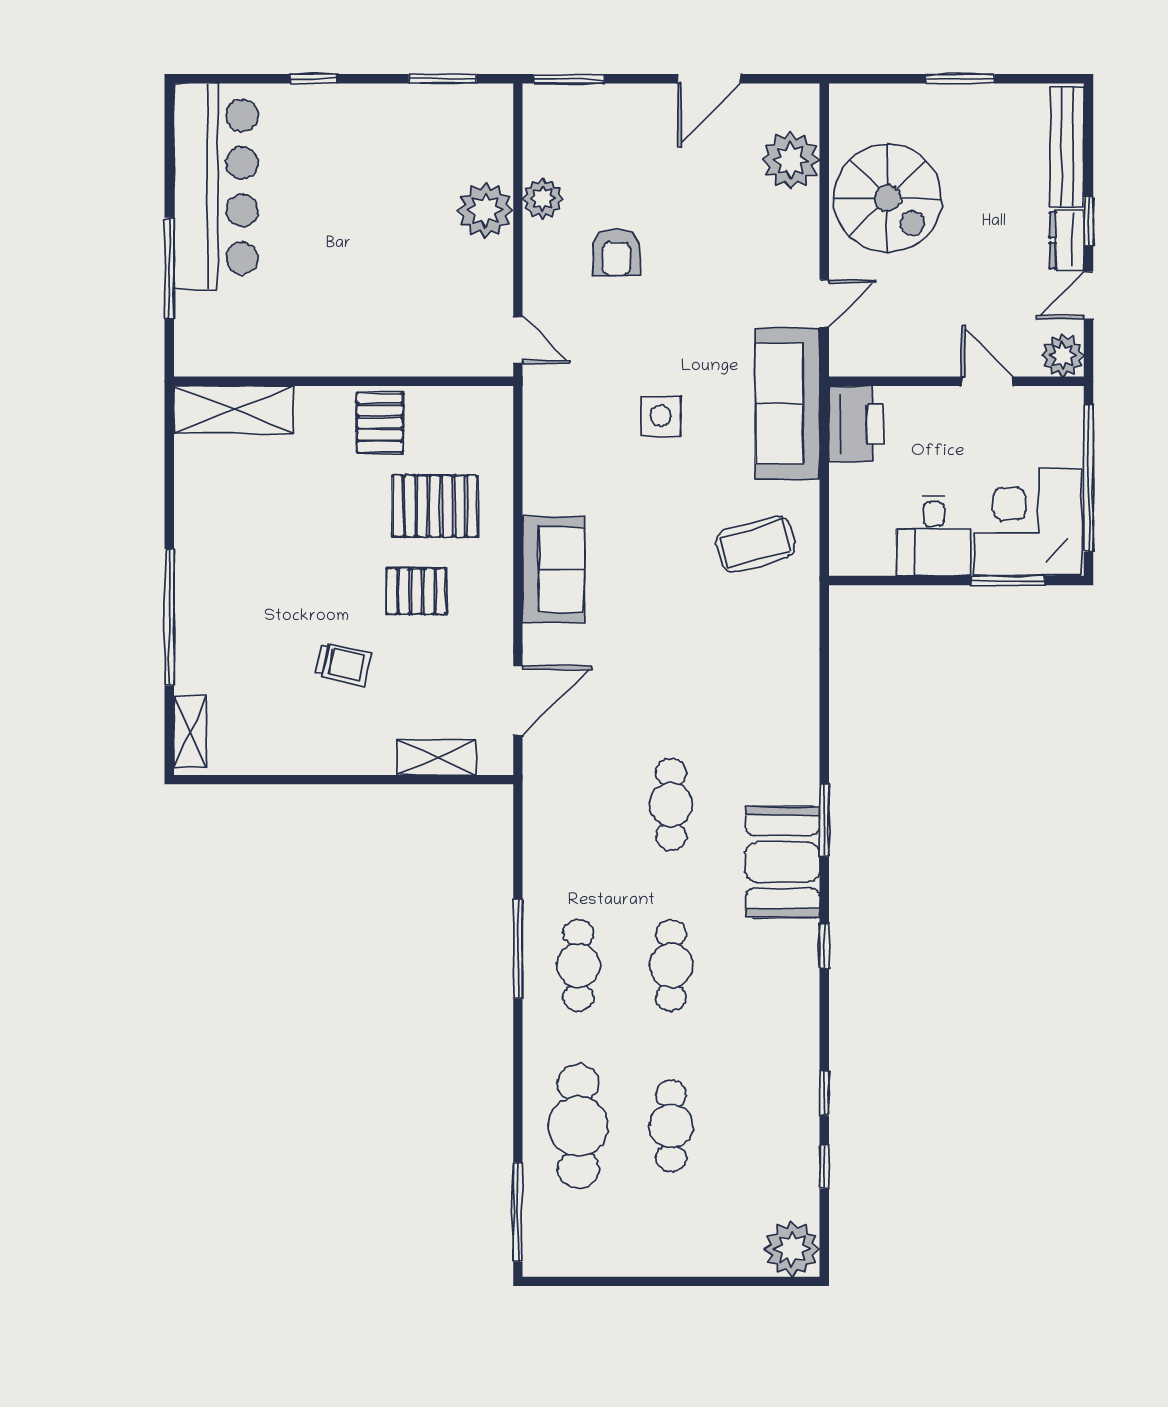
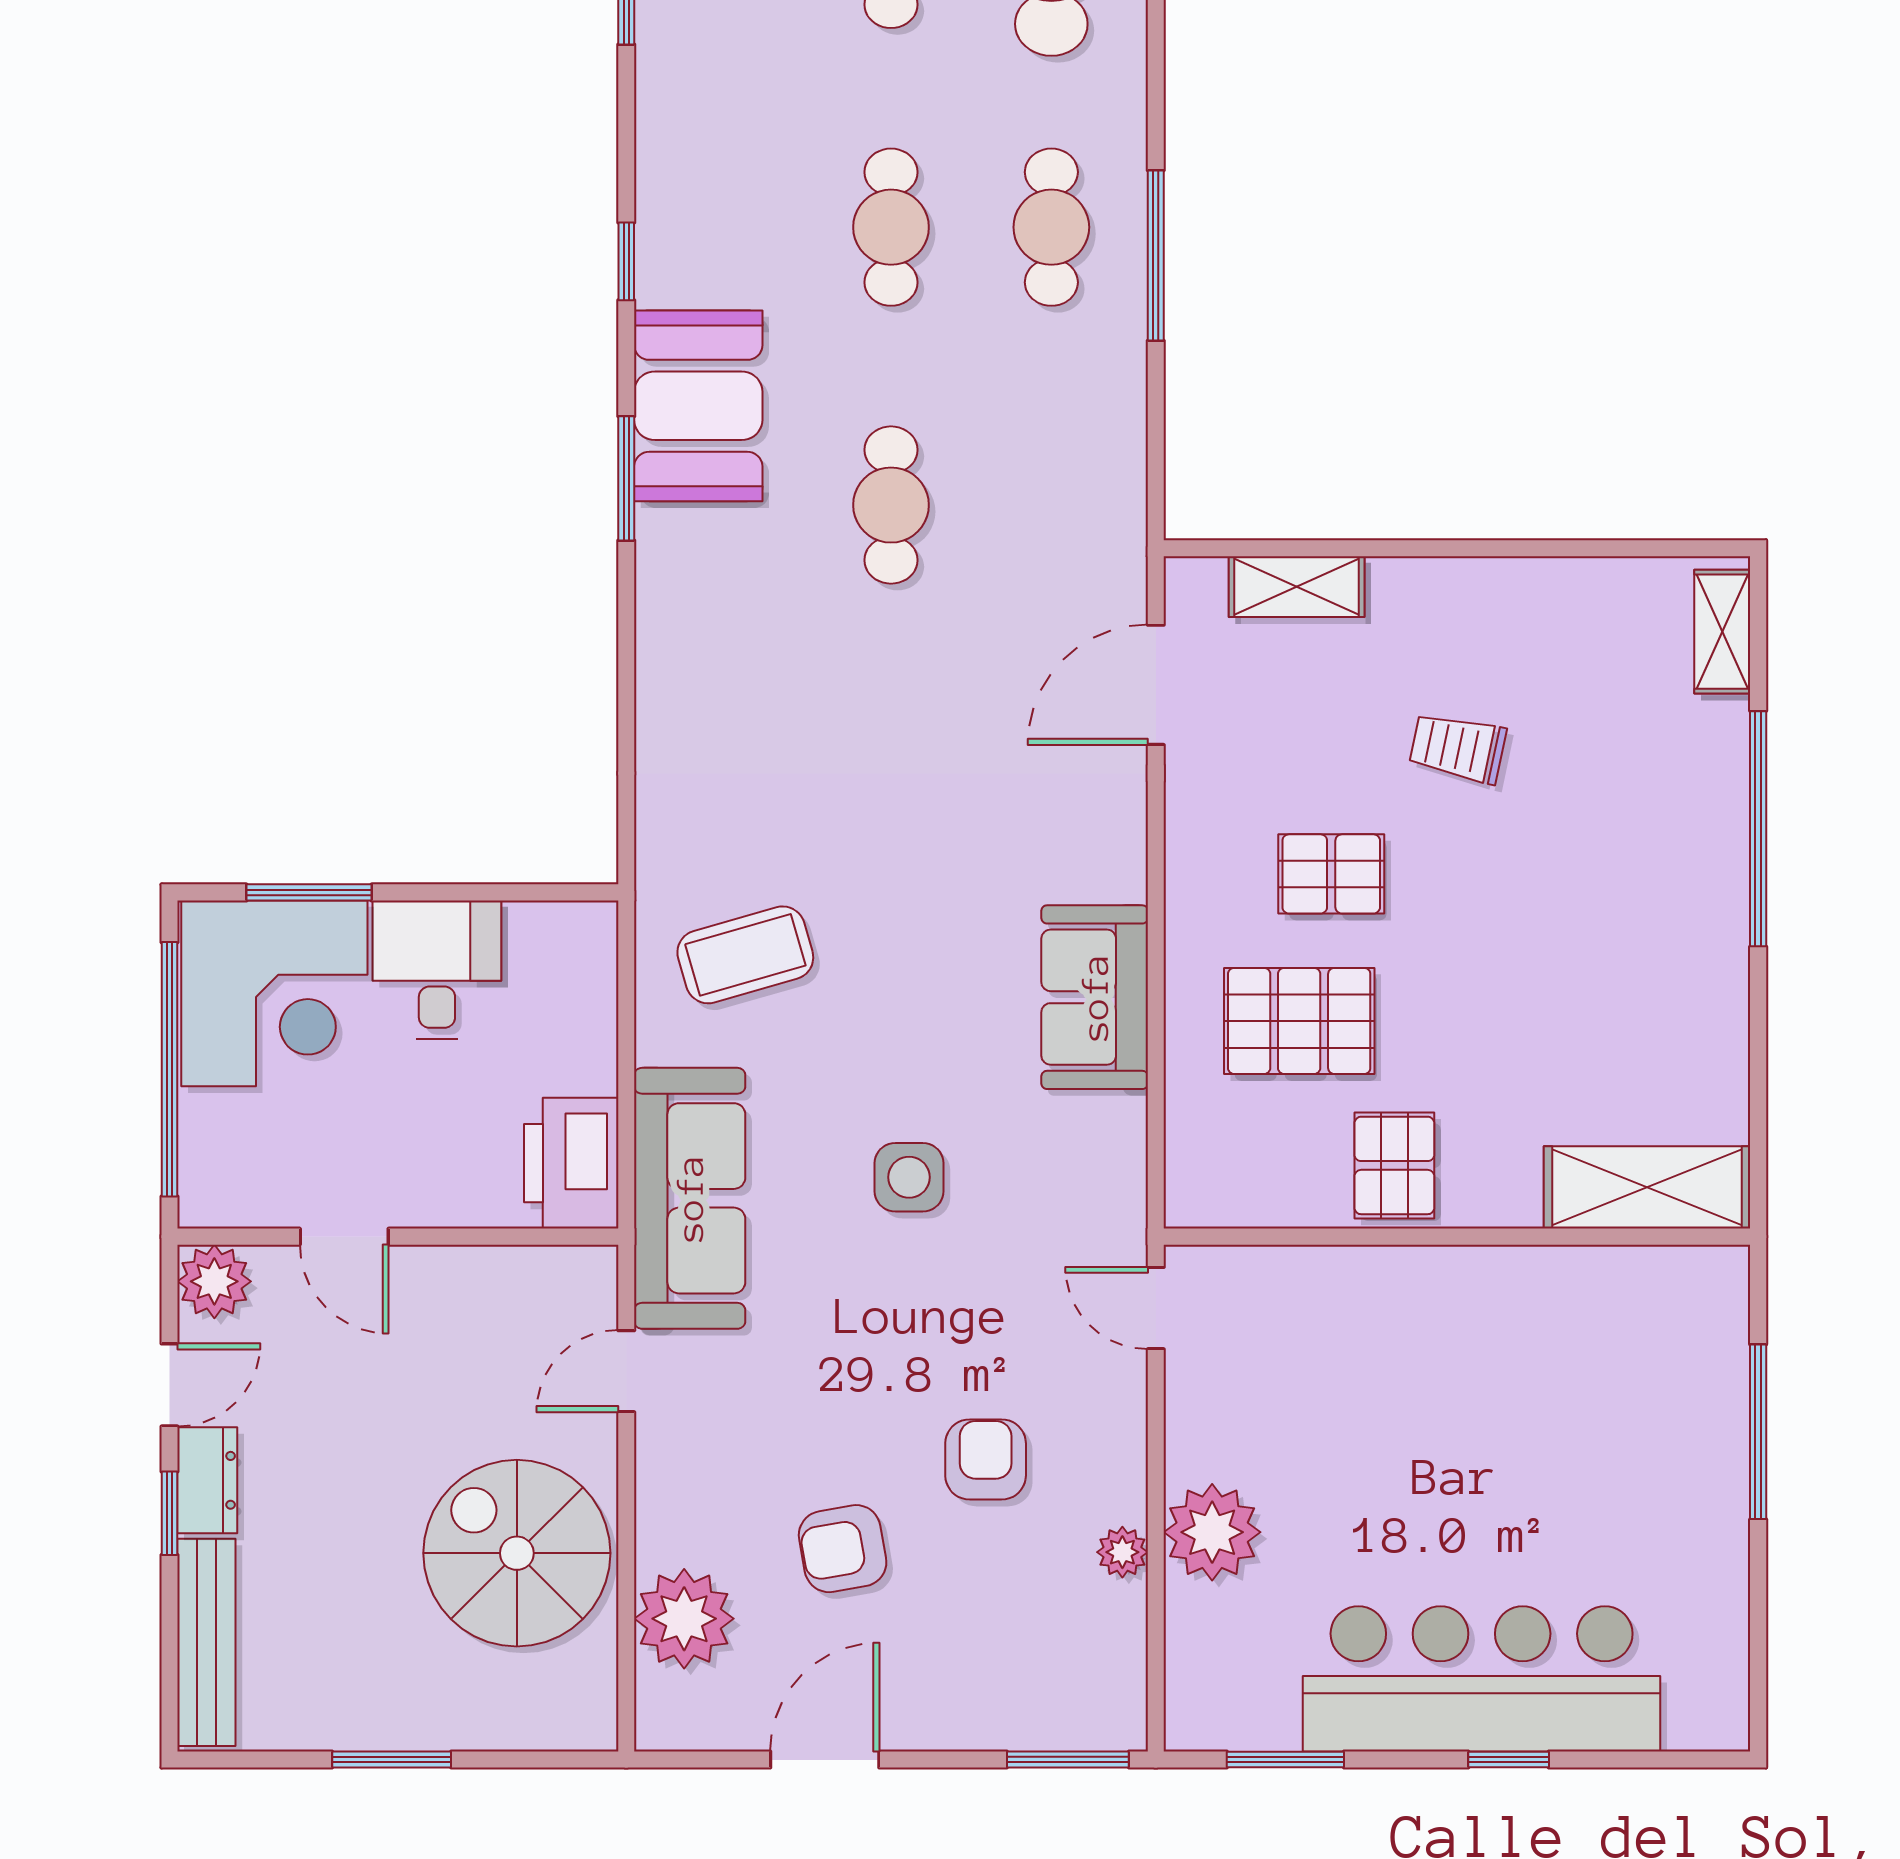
bar counter: (216, 187) -> (1482, 1679), moved, turned 90
plant: (543, 199) -> (1122, 1552), width x0.73, depth x0.73
armchair: (699, 201) -> (843, 1549), added
sofa: (553, 570) -> (1095, 997), moved

